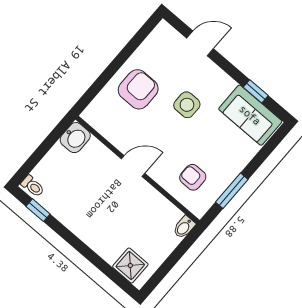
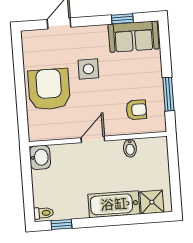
armchair: (138, 89) -> (49, 89), width x1.36, depth x1.36
armchair: (193, 177) -> (136, 110), turned 180
bidet: (184, 227) -> (130, 148), moved
bathtub: (98, 236) -> (114, 204), added

